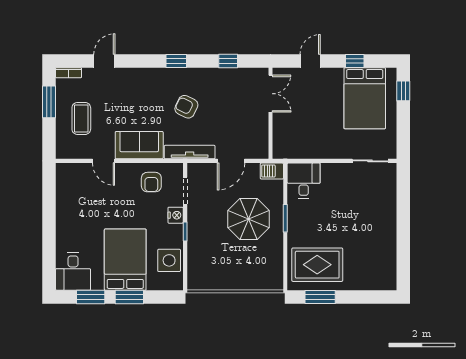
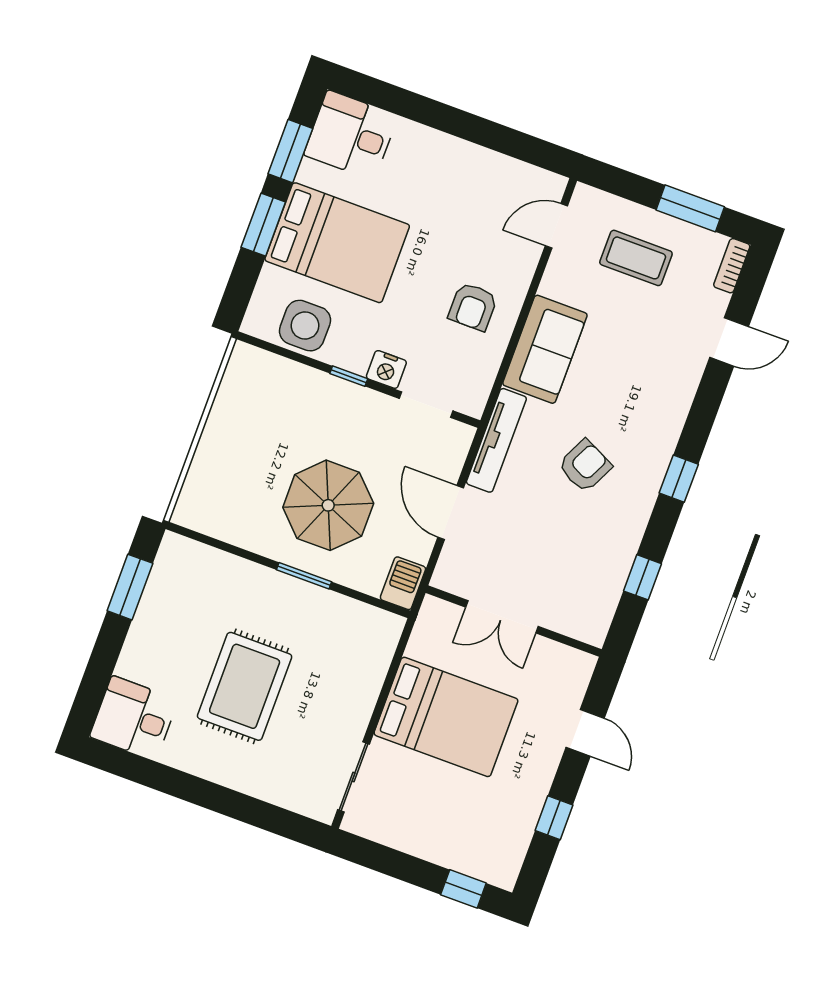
door: (104, 61) -> (729, 342), hinge flipped
double door: (270, 94) -> (502, 617), moved
bed: (365, 98) -> (446, 717), moved, turned 180
door: (103, 161) -> (556, 226), moved
desk: (304, 181) -> (134, 718), moved, turned 180
armchair: (151, 182) -> (473, 307), moved, turned -90
rug: (317, 265) -> (245, 686), moved

